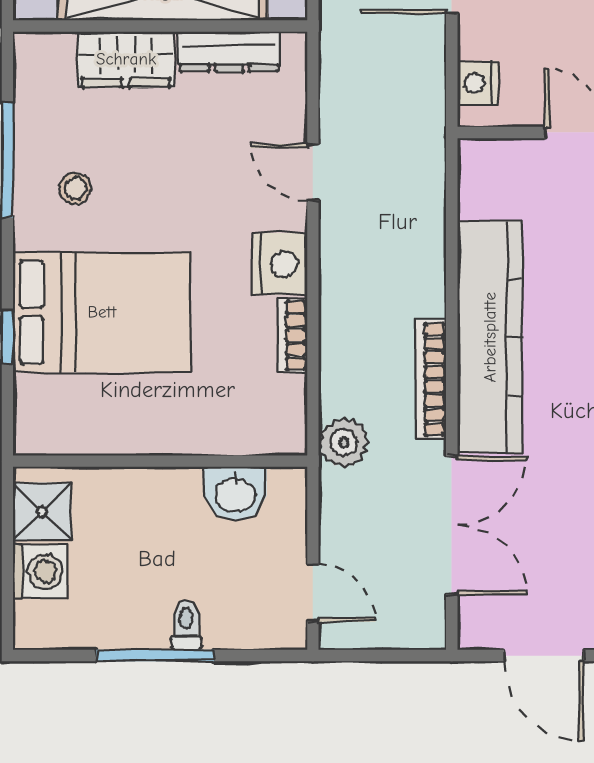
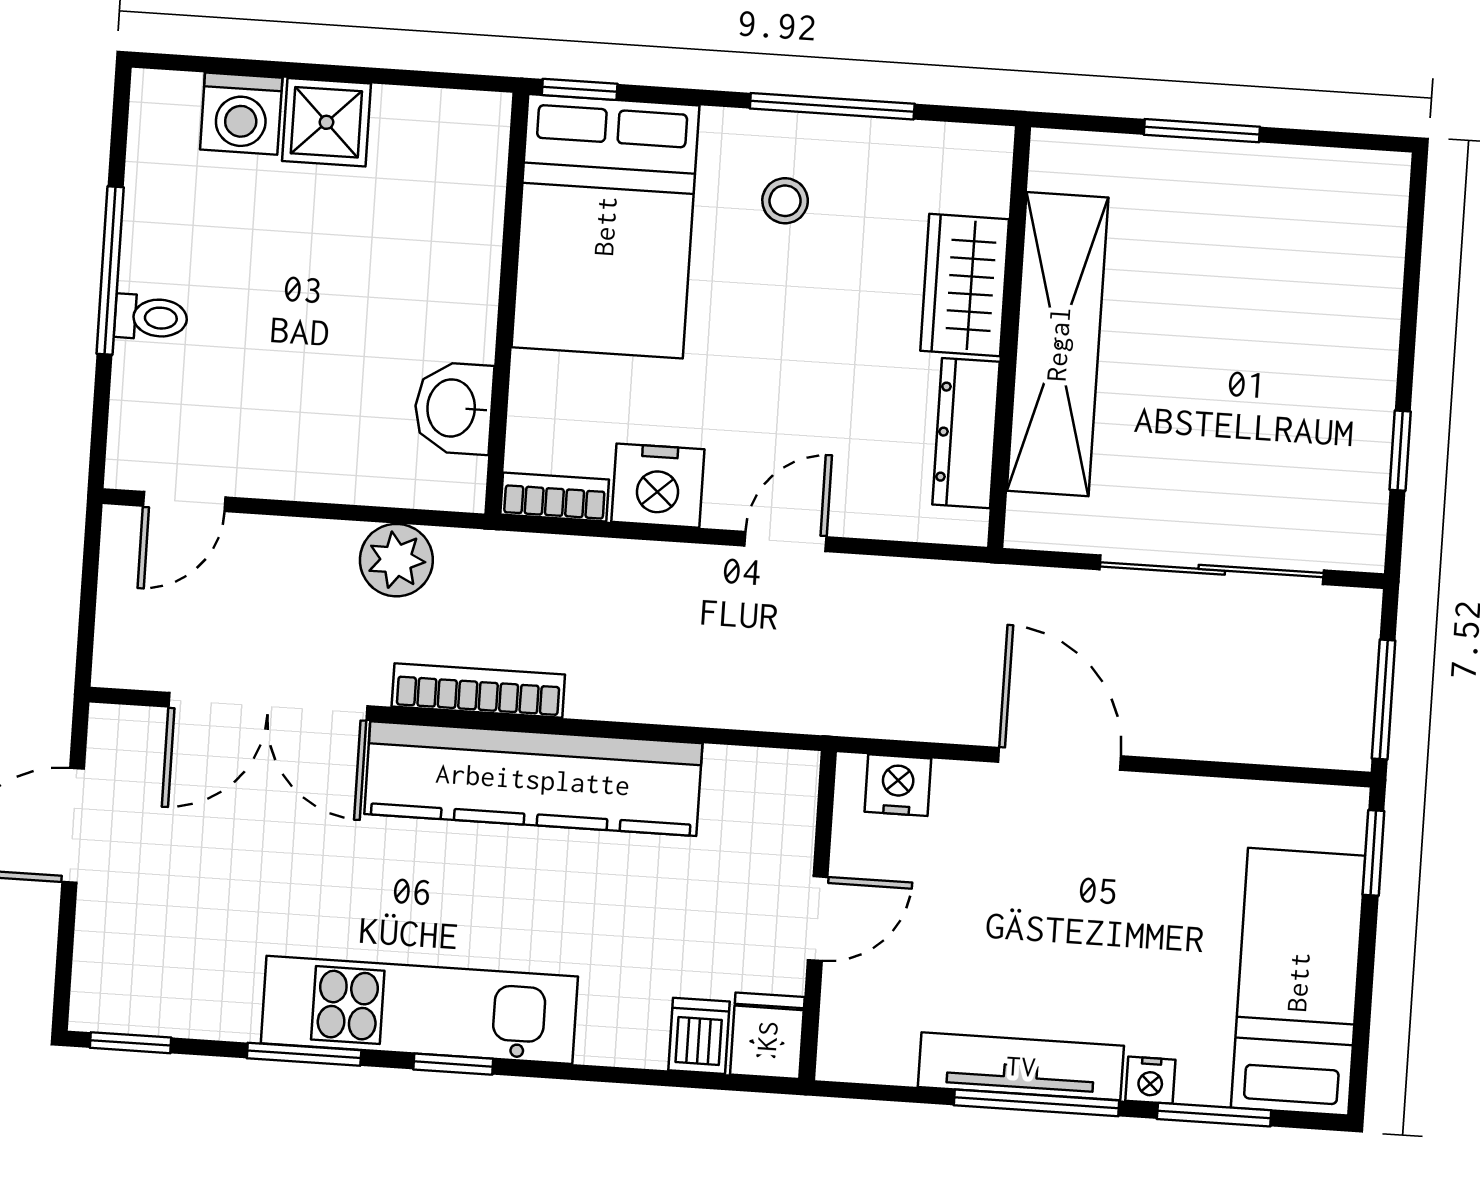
wall: (160, 461) -> (506, 304), moved
washbasin: (235, 493) -> (453, 408), moved

